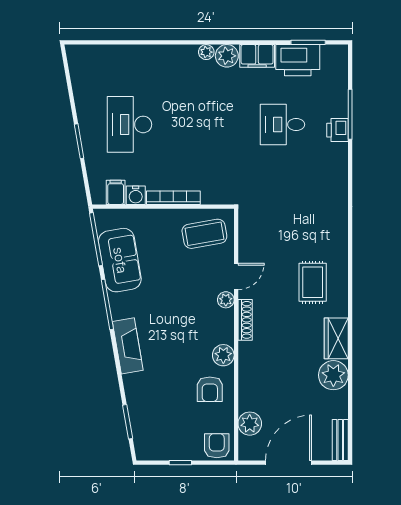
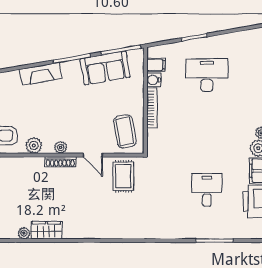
printer: (338, 130) -> (203, 231), removed
rug: (313, 282) -> (123, 176), moved, turned 90
plant: (226, 300) -> (61, 147), moved
plant: (333, 375) -> (24, 233), width x0.53, depth x0.53

